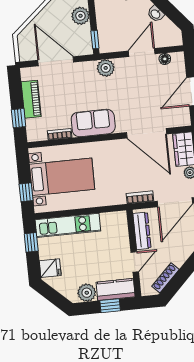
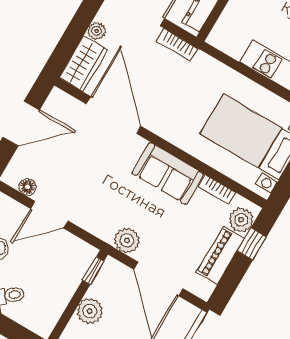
plant: (106, 68) -> (127, 240), moved
plant: (34, 127) -> (241, 220), added

